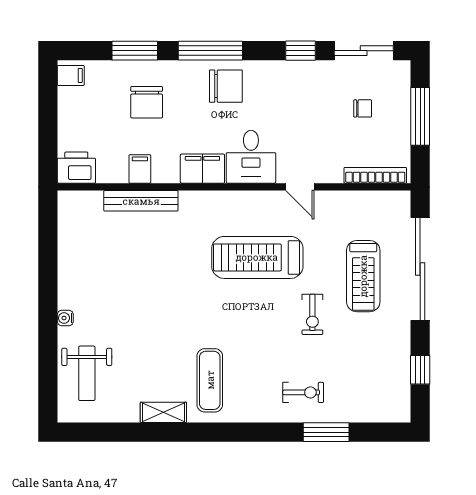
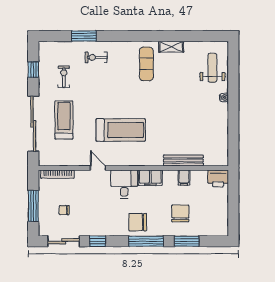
filing cabinet: (71, 75) -> (221, 228), removed
exercise bike: (312, 314) -> (64, 77), moved

